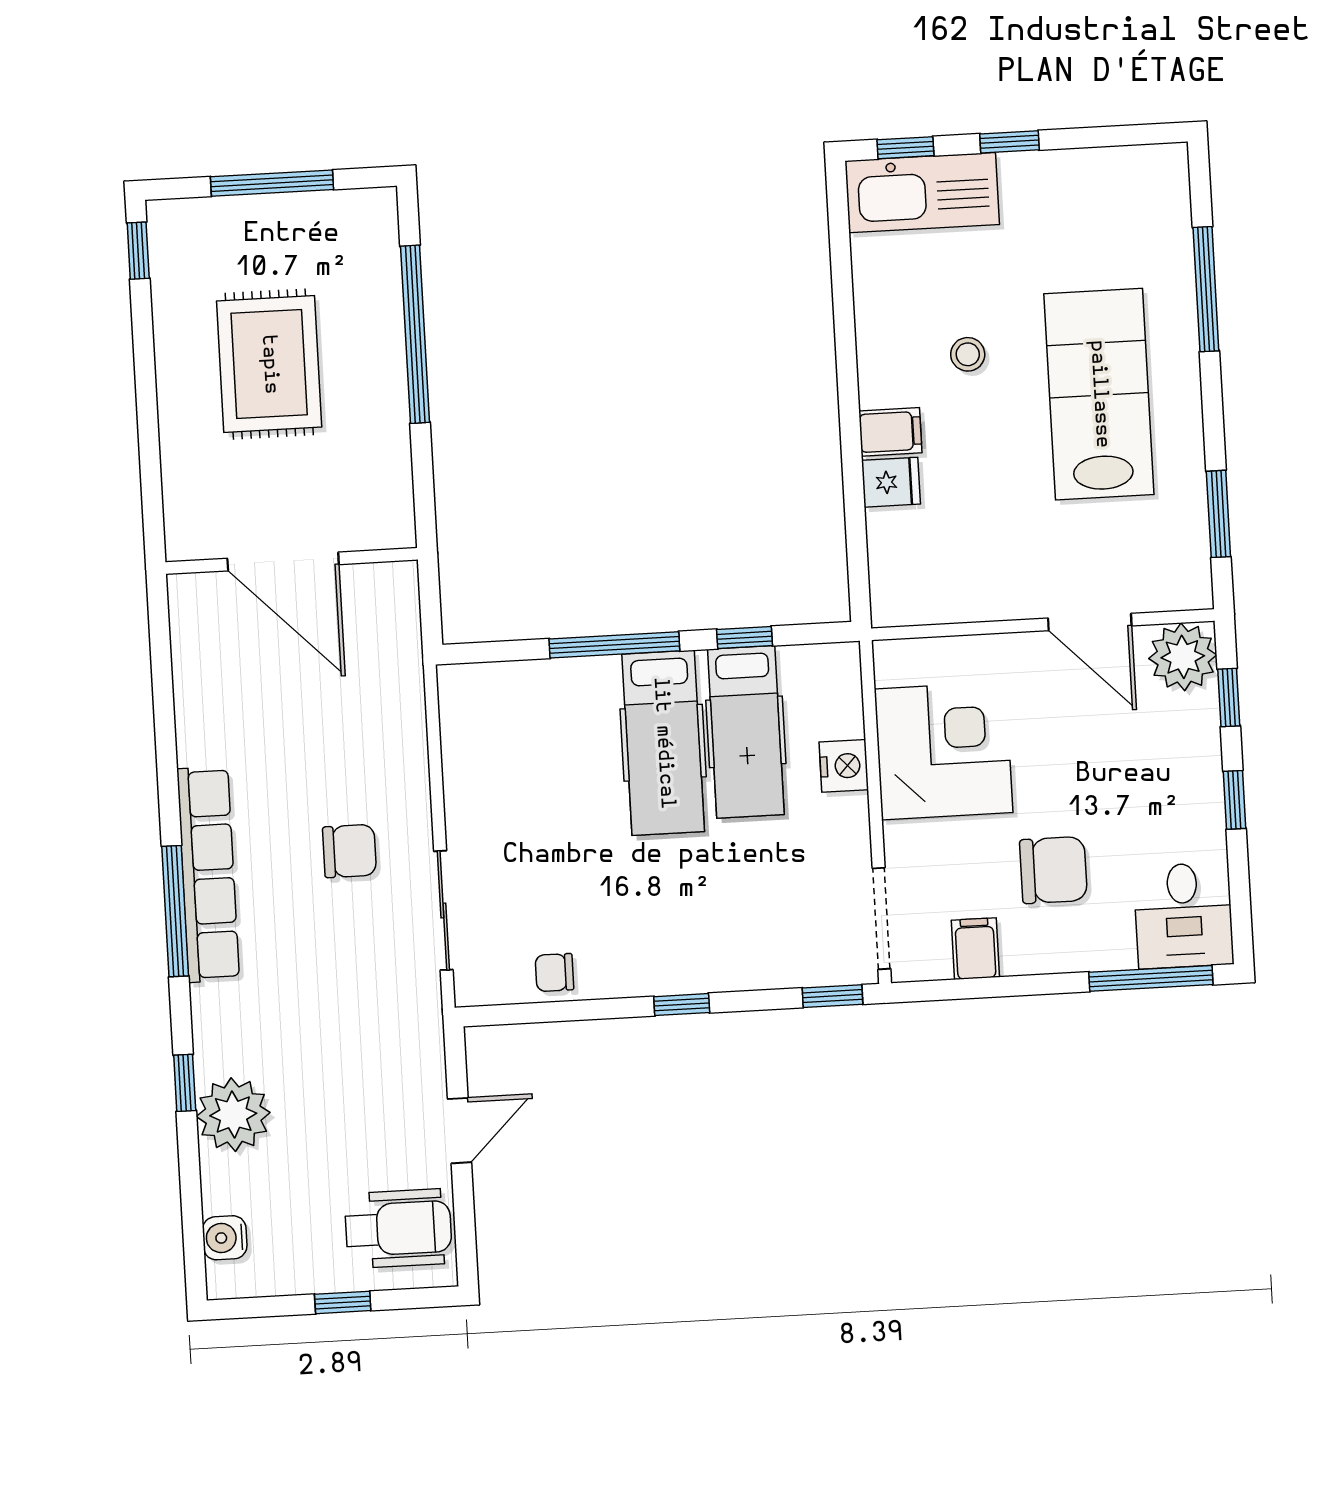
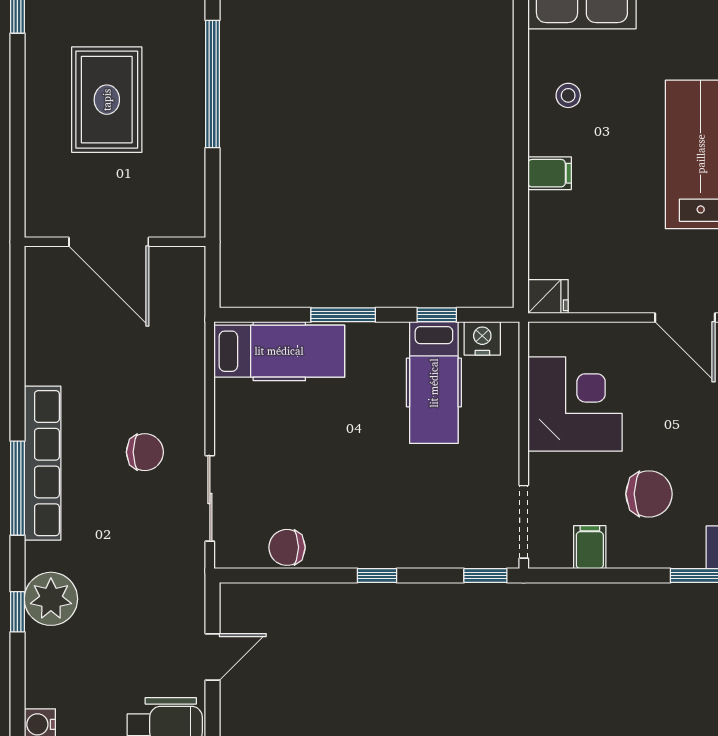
stool: (968, 354) -> (568, 95), moved
fridge: (891, 482) -> (548, 296), moved
window: (614, 645) -> (343, 315), width x0.69
hospital bed: (663, 743) -> (279, 351), moved, turned -90
nightstand: (844, 766) -> (482, 338), moved, turned -90
chair: (554, 973) -> (287, 547), width x1.37, depth x1.37
plant: (233, 1115) -> (51, 599), moved

